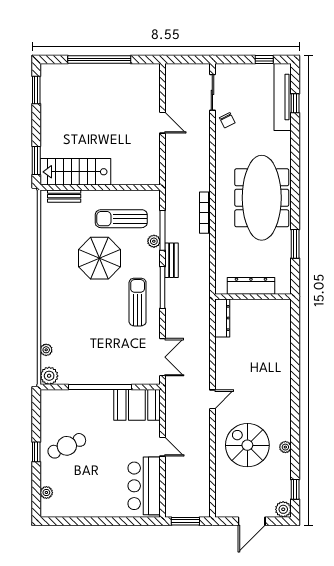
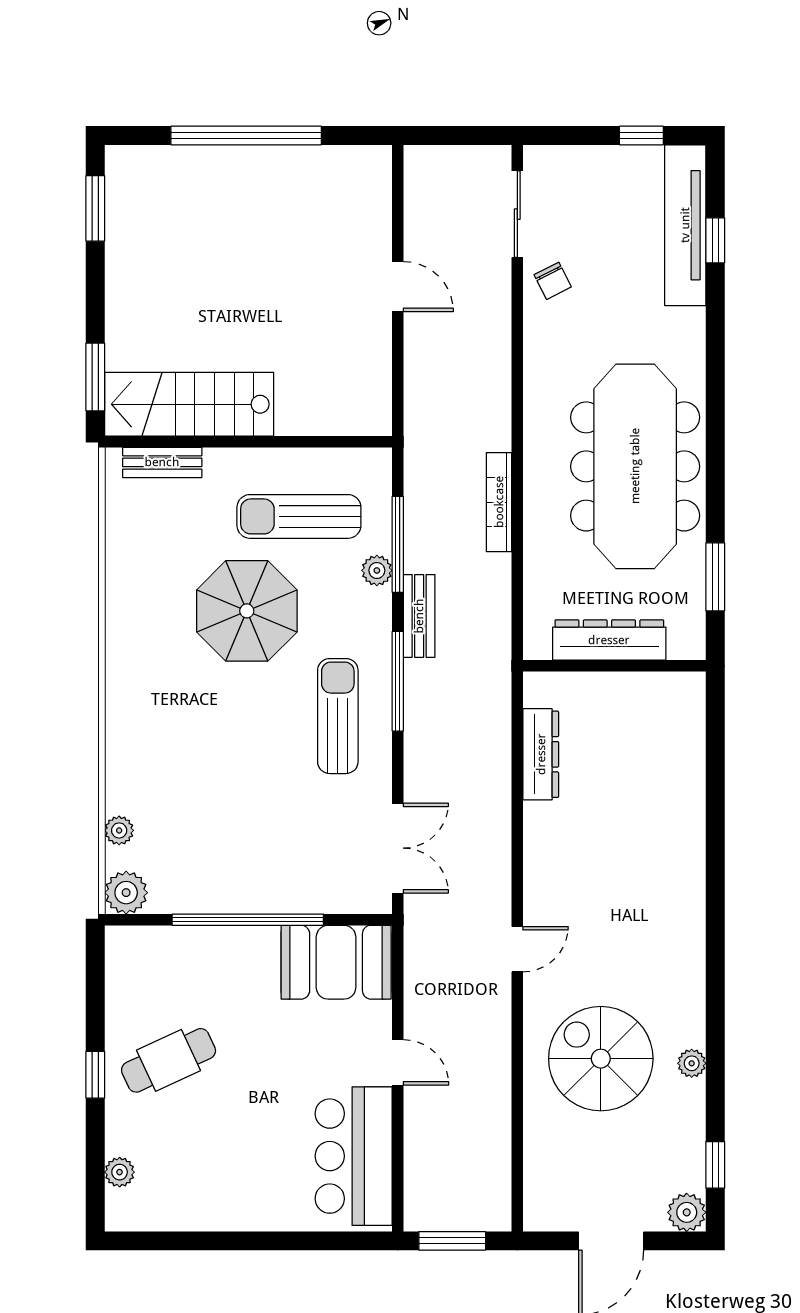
dresser: (251, 286) -> (609, 640), moved
wall: (253, 297) -> (614, 666), moved

